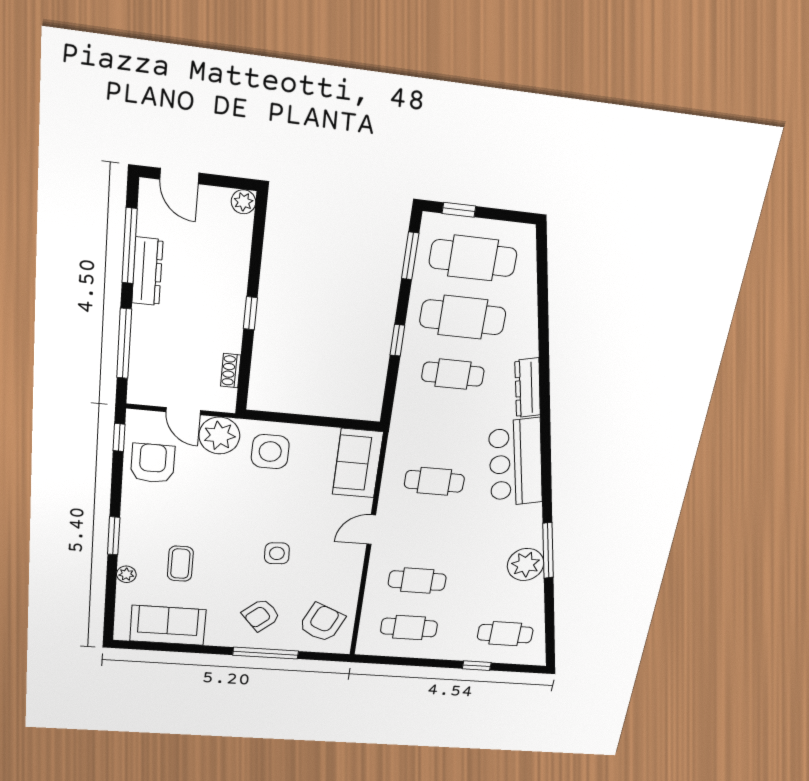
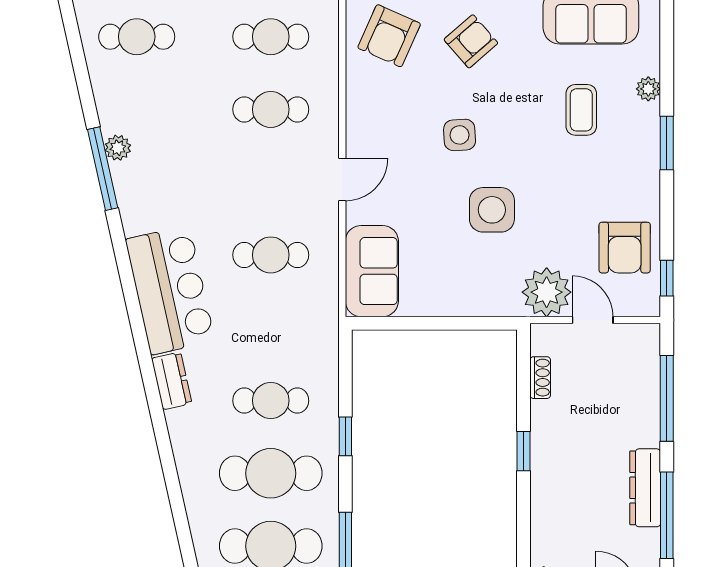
dresser: (528, 388) -> (172, 381), width x0.70
side table: (270, 452) -> (492, 210), moved
plant: (526, 565) -> (118, 148), width x0.53, depth x0.53

